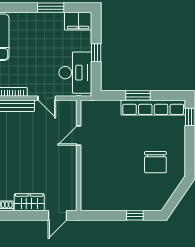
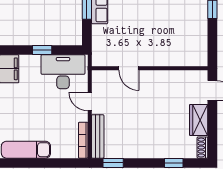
door: (47, 98) -> (90, 102), swing flipped

